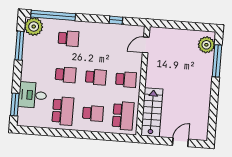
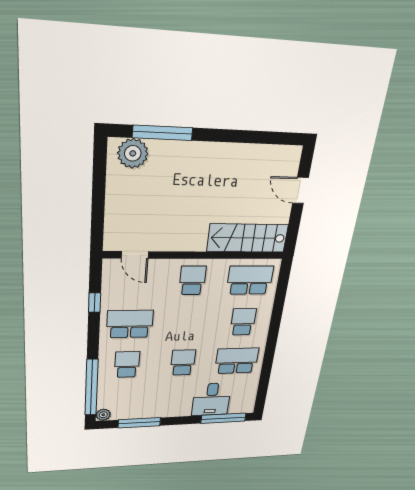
plant: (34, 27) -> (103, 415), width x0.53, depth x0.53
school desk: (96, 77) -> (130, 324), moved, width x1.85
window: (15, 104) -> (224, 418), width x1.44

